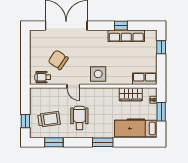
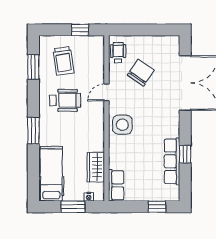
window: (25, 121) -> (80, 30), moved

